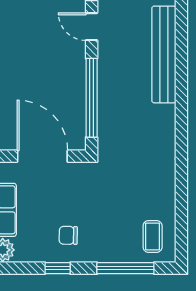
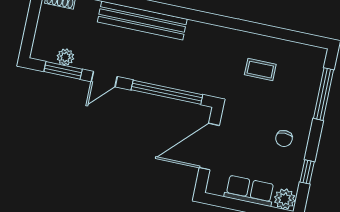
coffee table: (153, 236) -> (260, 70), moved
window: (58, 268) -> (307, 172), moved

